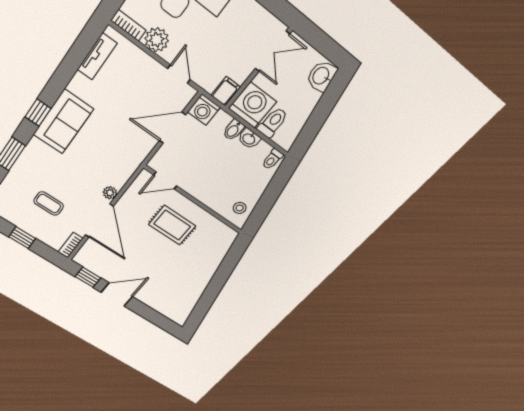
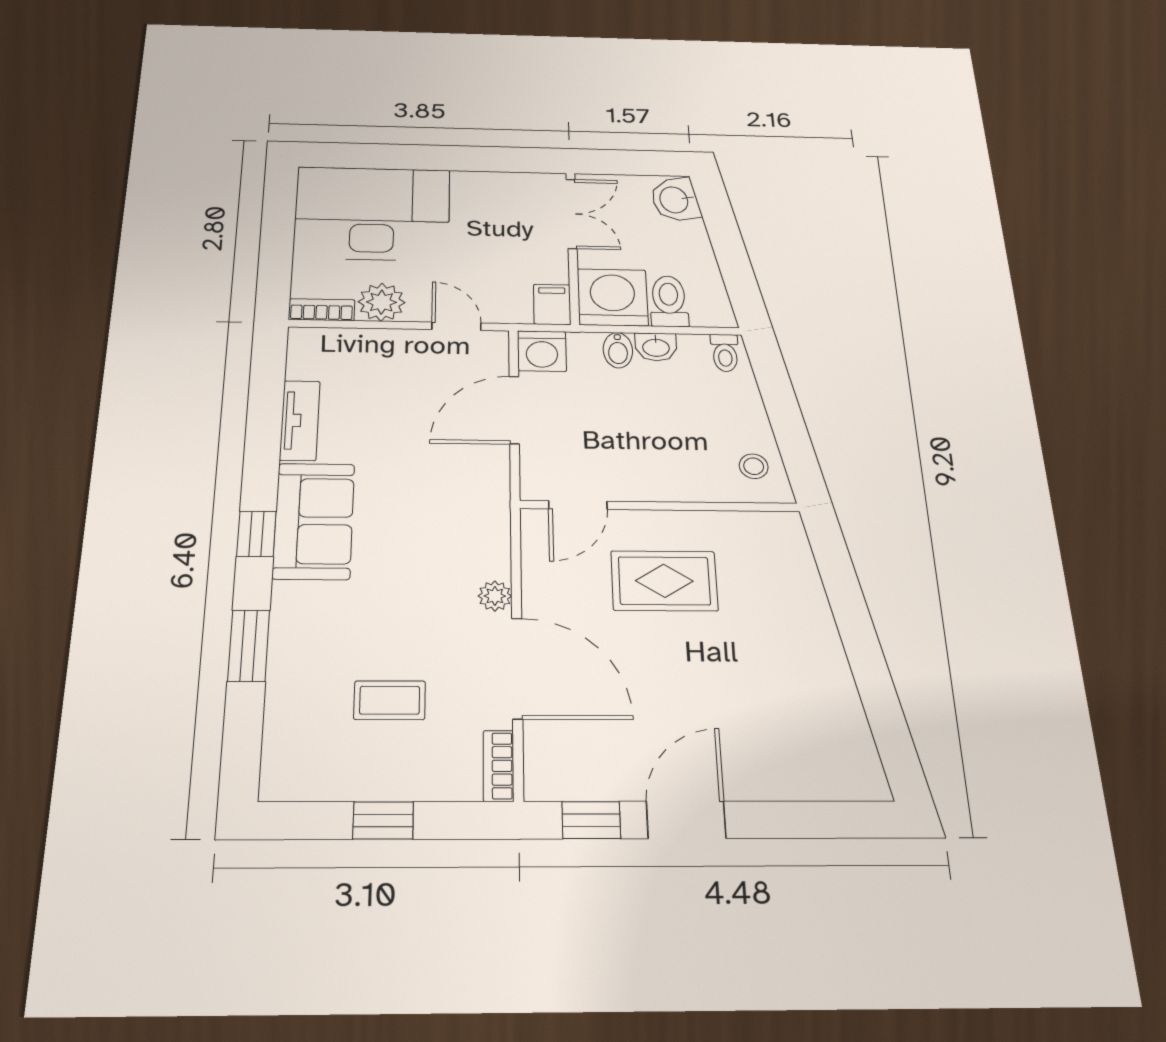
tv unit: (97, 56) -> (300, 420), moved

